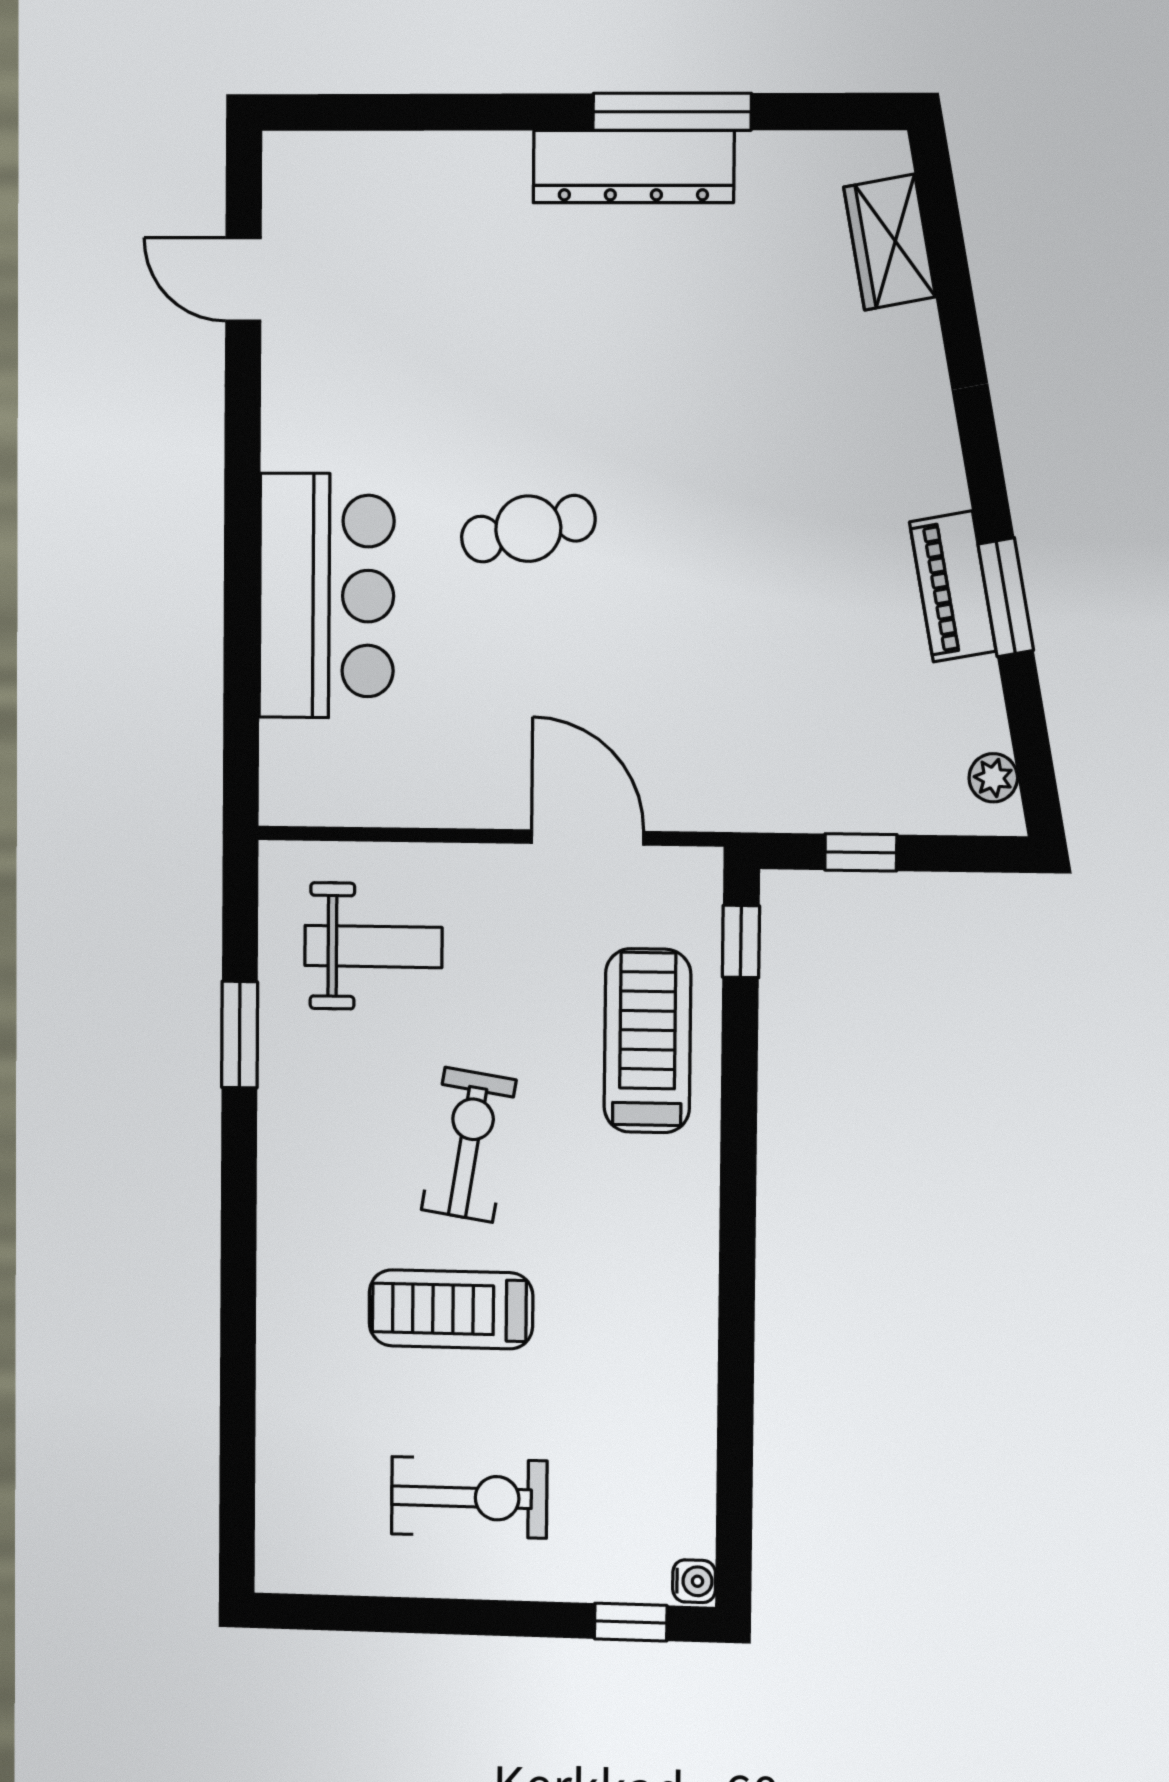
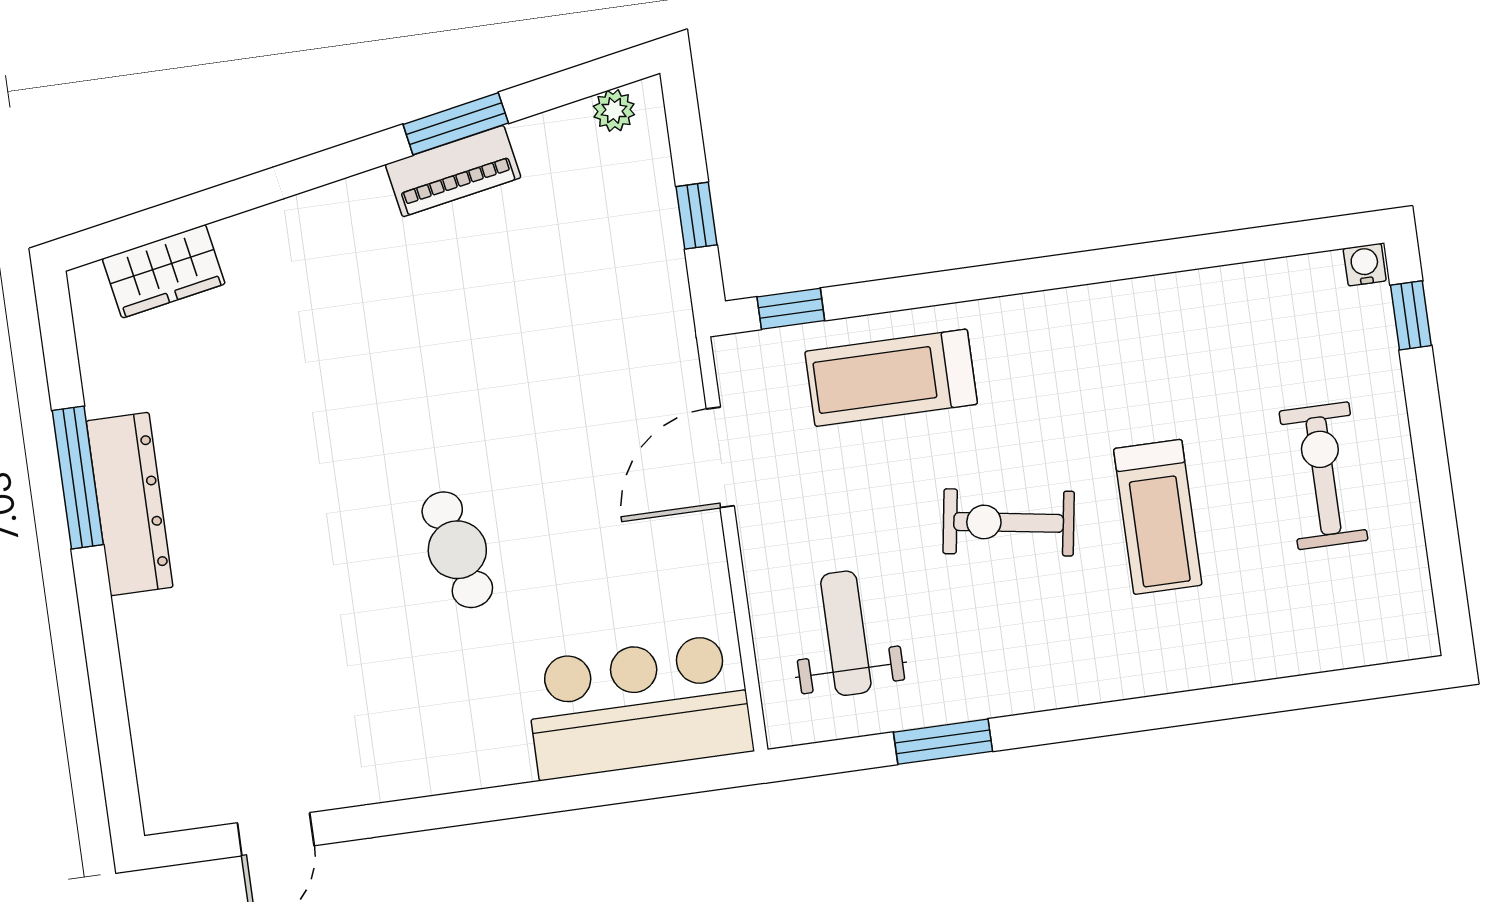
bar counter: (327, 596) -> (639, 707), moved

